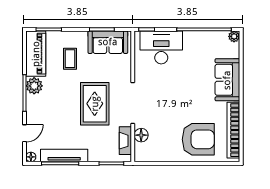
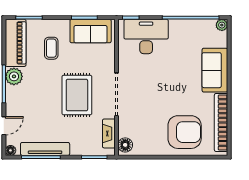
floor lamp: (141, 135) -> (125, 145), moved

